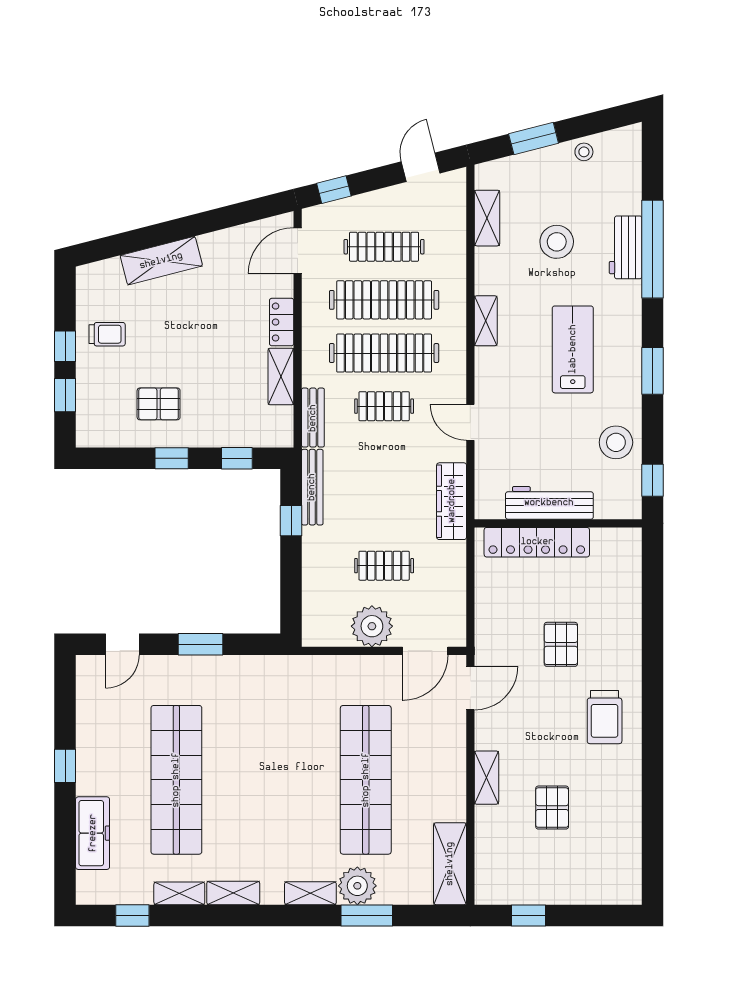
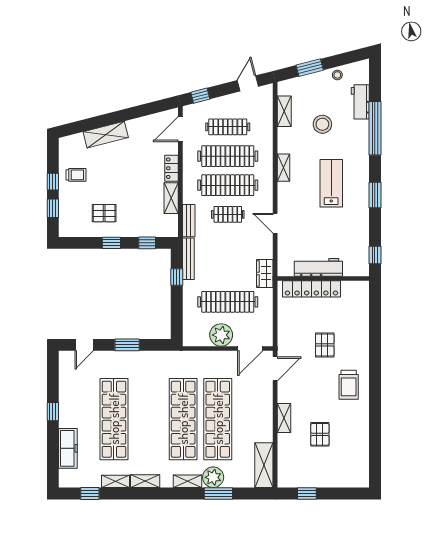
workbench: (626, 247) -> (360, 102), moved
stool: (616, 442) -> (355, 234), removed
wardrobe: (452, 501) -> (265, 273), width x0.67
clothes rail: (384, 566) -> (228, 302), width x1.86, depth x1.31
shop shelf: (303, 780) -> (183, 419), added

